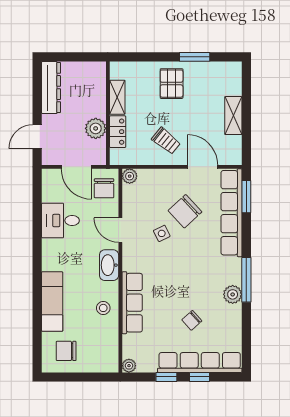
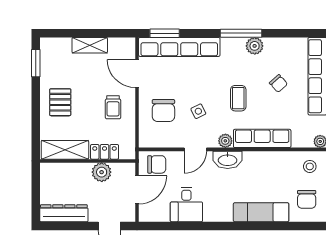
window: (195, 57) -> (36, 63), moved
pallet: (172, 84) -> (60, 102), turned 90
shelving: (117, 97) -> (65, 150), width x1.50, depth x1.33
trolley: (166, 141) -> (113, 107), turned 141
door: (203, 167) -> (137, 74), hinge flipped
plant: (130, 176) -> (225, 141), moved
chair: (185, 211) -> (163, 111), moved, turned 43
coffee table: (176, 277) -> (238, 98), added
stool: (103, 308) -> (310, 166), moved

